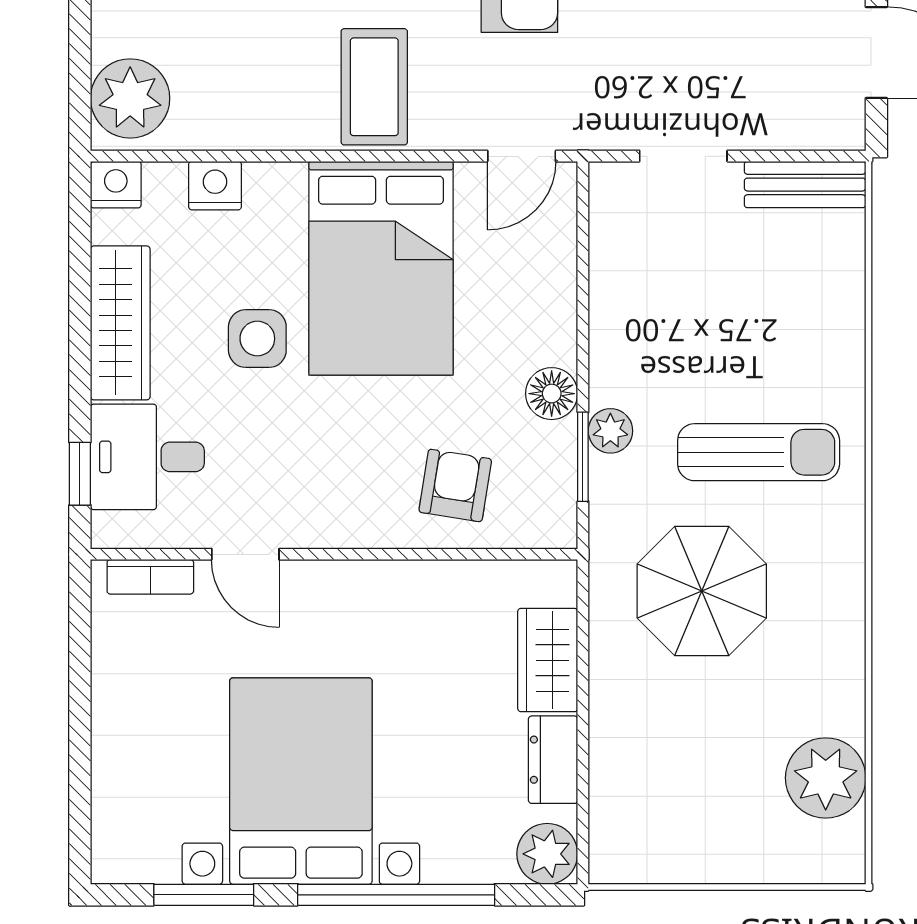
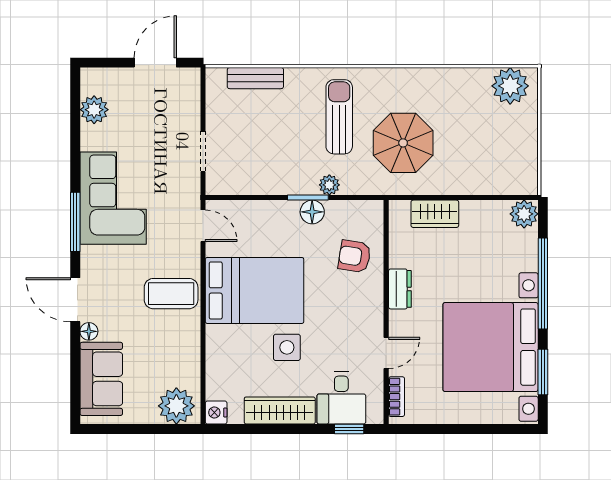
bench: (805, 185) -> (255, 78), moved, turned 90
nightstand: (215, 186) -> (217, 367), removed
window: (583, 457) -> (308, 198), moved
dresser: (553, 760) -> (400, 289), moved, turned -90
plant: (826, 778) -> (510, 86), moved
bed with nightstands: (301, 781) -> (491, 347), width x1.36

